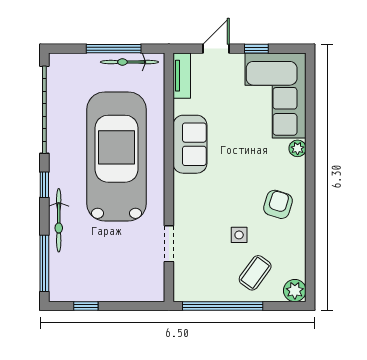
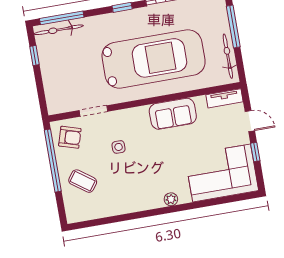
window: (114, 49) -> (233, 26), moved
plant: (298, 148) -> (171, 199), moved
armchair: (278, 204) -> (70, 137), moved
bicycle: (59, 220) -> (59, 30), moved
side table: (239, 235) -> (119, 147), moved
plant: (295, 291) -> (74, 214), removed

